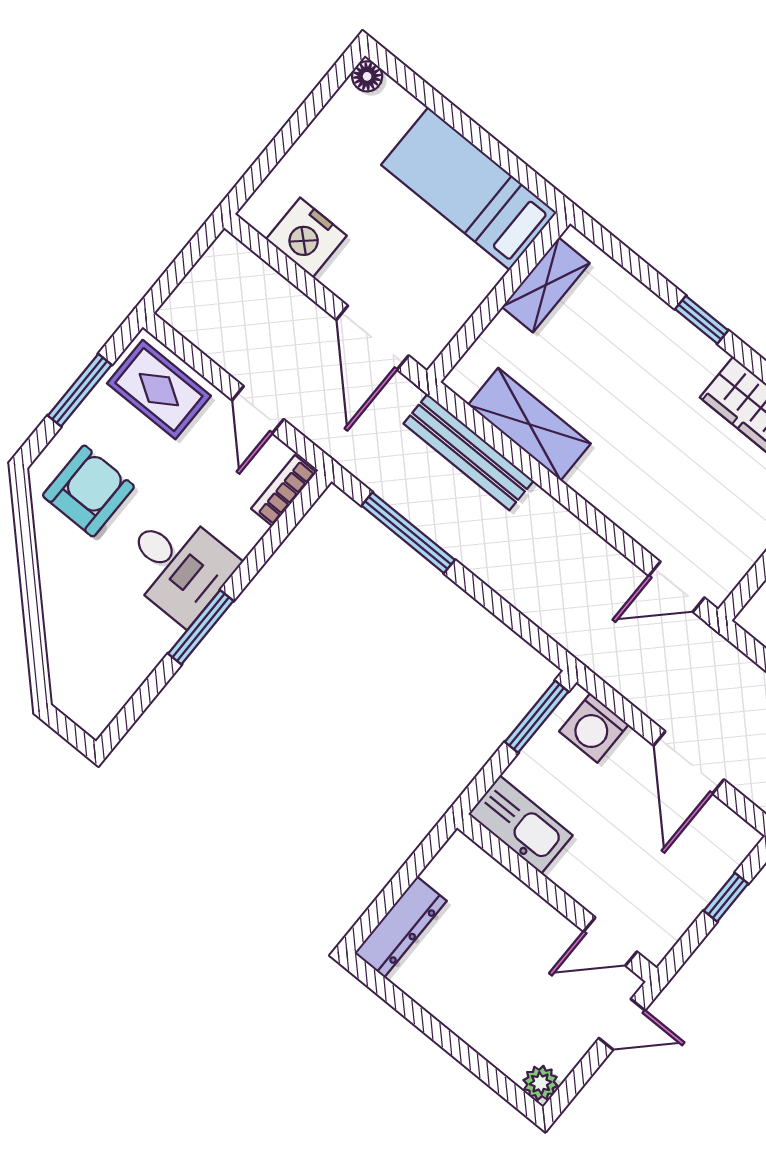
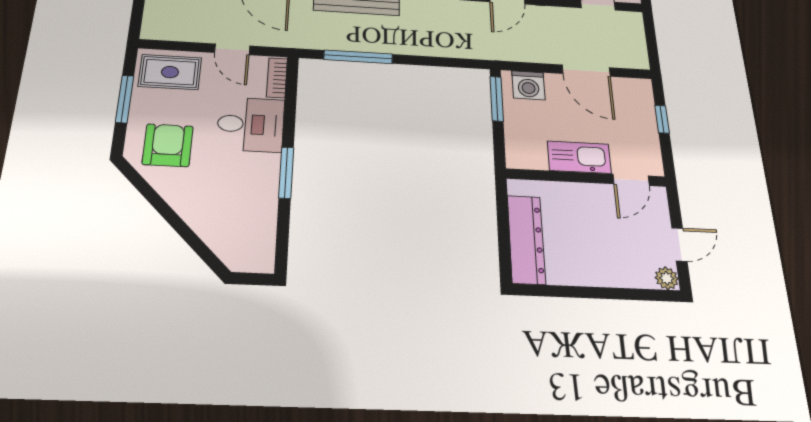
desk: (178, 566) -> (251, 124), moved
kitchen sink: (520, 825) -> (579, 157), moved
dresser: (401, 927) -> (526, 239), width x1.37, depth x1.24
door: (622, 1024) -> (679, 244), moved

